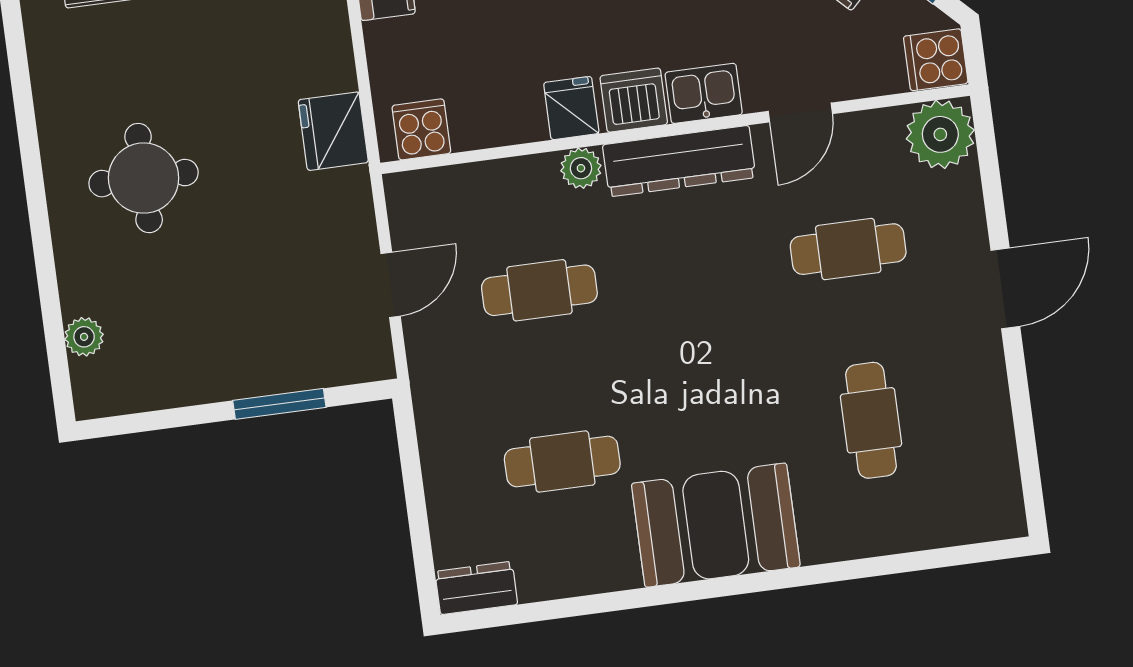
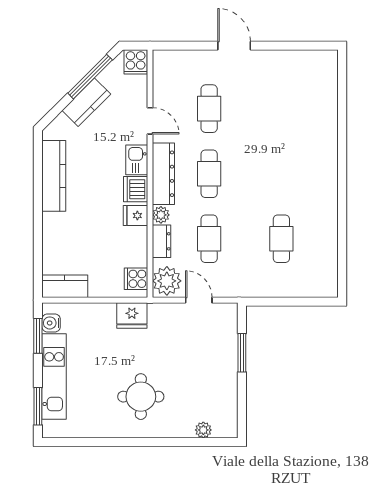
plant: (940, 134) -> (167, 281), moved
cafe table: (871, 420) -> (209, 174), moved, turned 90
booth: (716, 525) -> (316, 179), removed
dresser: (476, 588) -> (162, 241), moved, turned 180

